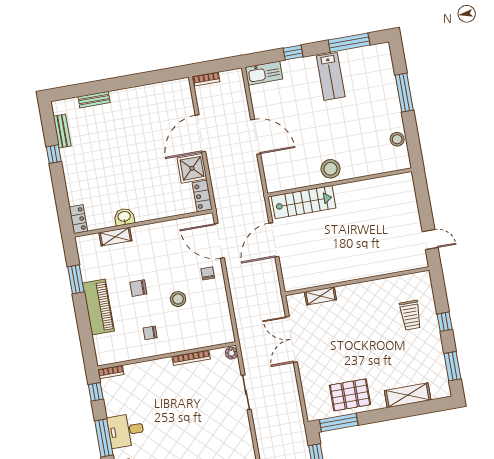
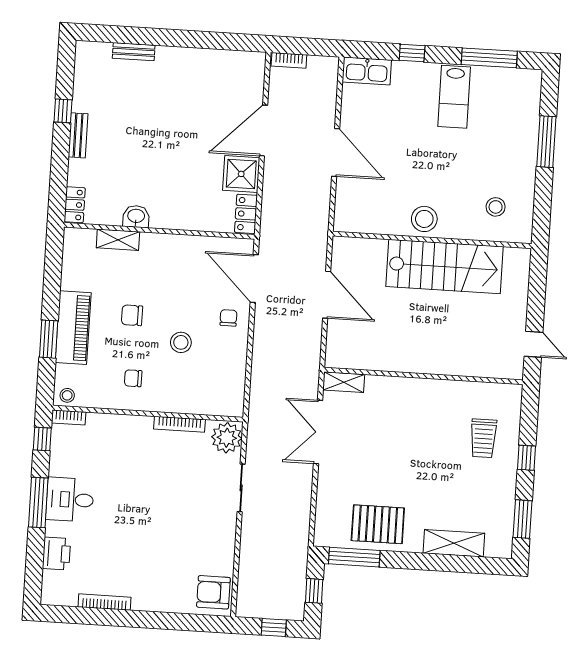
bench: (62, 131) -> (78, 135), moved
stool: (397, 139) -> (496, 207), moved
stairs: (304, 202) -> (445, 267), moved, width x1.36, depth x1.51
door: (274, 240) -> (327, 295), swing flipped
window: (76, 279) -> (49, 339), moved
shelving: (320, 296) -> (344, 382), moved
plant: (231, 353) -> (227, 438), width x1.88, depth x1.88
stool: (106, 356) -> (67, 395), added

